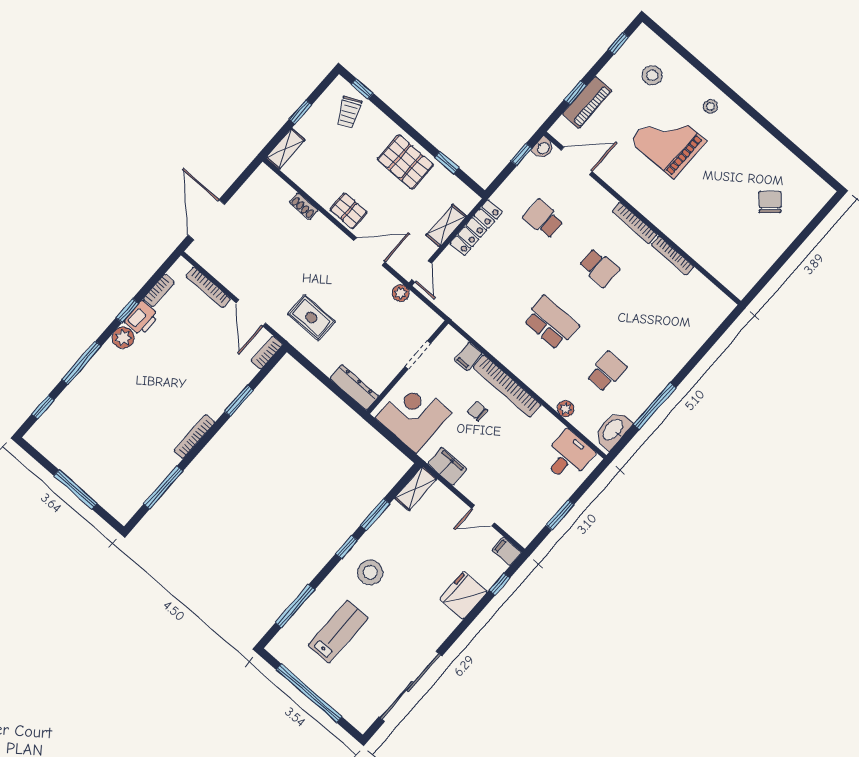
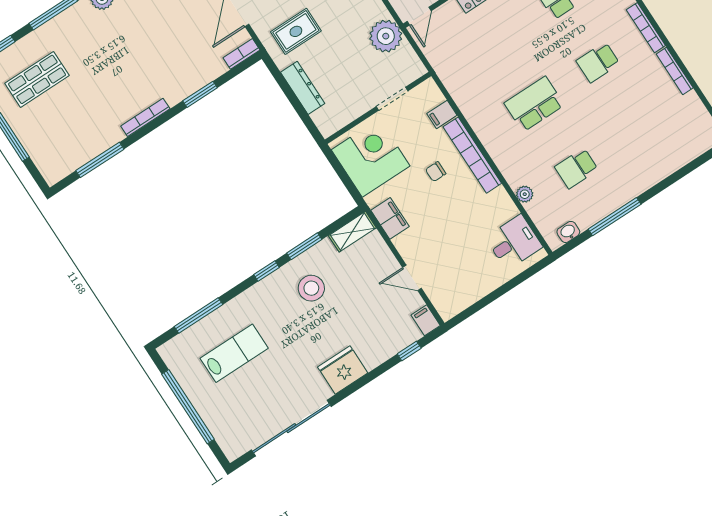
school desk: (599, 268) -> (598, 62), turned 90
plant: (401, 293) -> (386, 36), width x1.87, depth x1.87
rug: (311, 318) -> (296, 31), turned 90
school desk: (551, 323) -> (534, 104), turned -90
school desk: (607, 371) -> (576, 168), turned 180
dresser: (354, 387) -> (303, 88), moved
chair: (477, 411) -> (436, 172), turned -90
shop shelf: (84, 429) -> (37, 79), added
washbasin: (613, 430) -> (568, 232), width x0.52, depth x0.69
window: (560, 515) -> (489, 299), removed
stool: (370, 572) -> (311, 288), moved
fridge: (463, 595) -> (343, 370), moved

